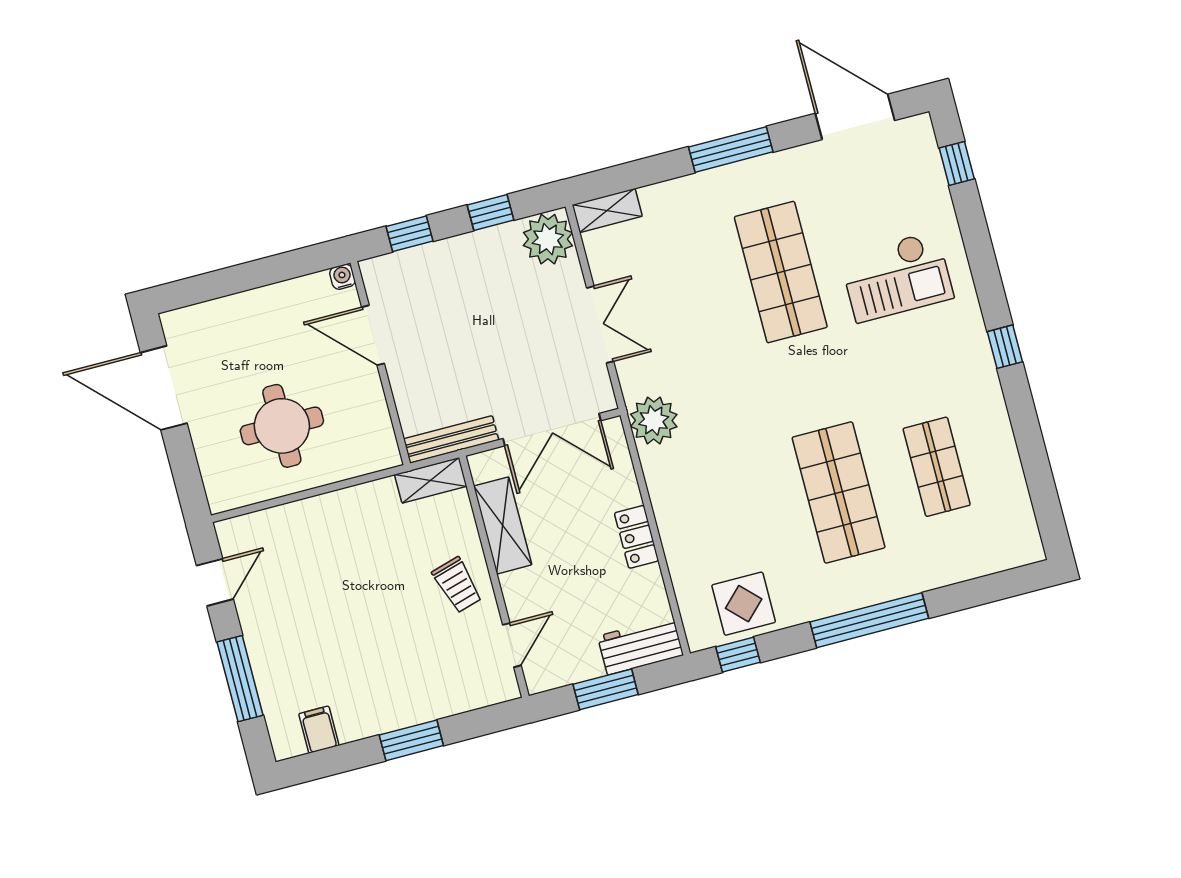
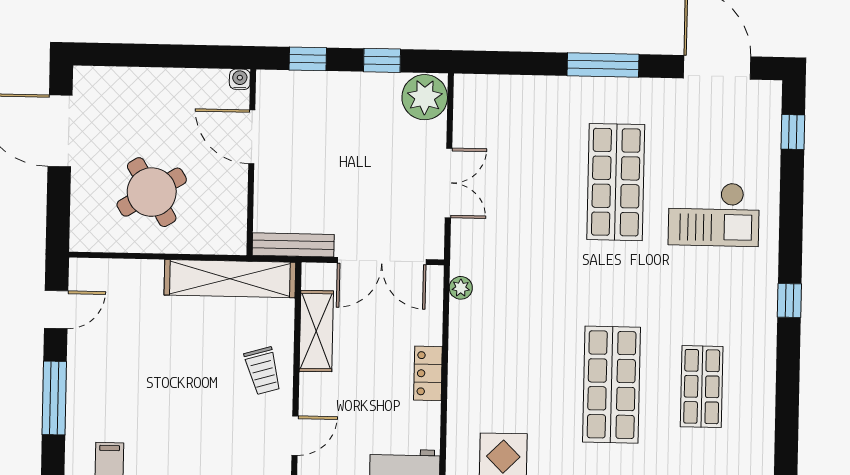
shelving: (607, 210) -> (482, 87), removed
plant: (654, 420) -> (461, 288), width x0.53, depth x0.53
round table: (282, 426) -> (152, 192), turned -31
shelving: (431, 480) -> (230, 279), width x2.20, depth x1.33

